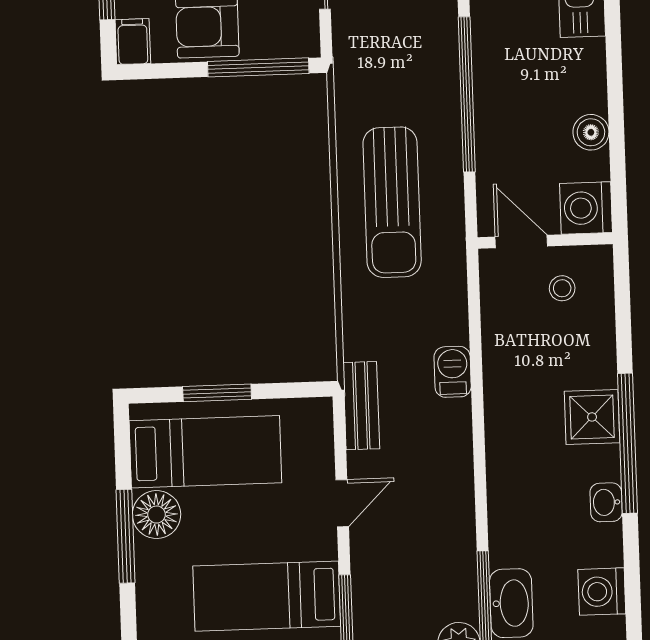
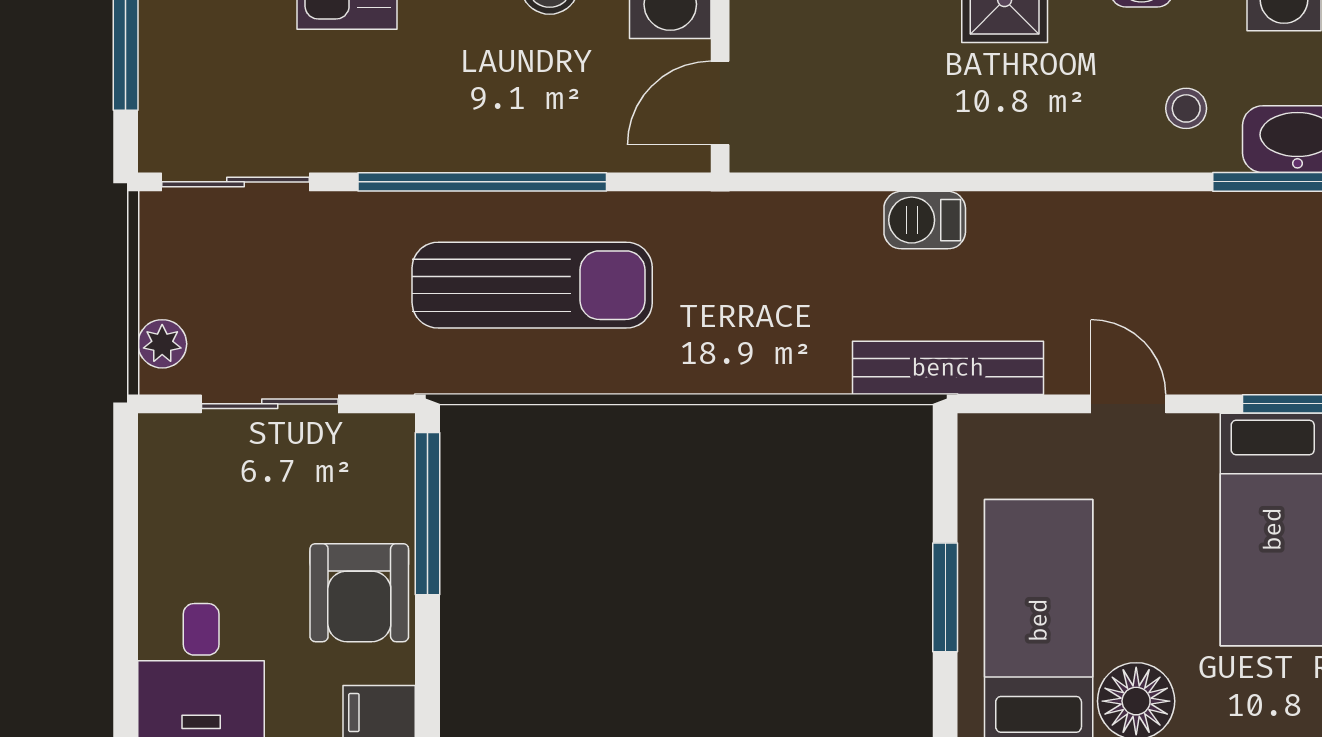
sun lounger: (392, 202) -> (532, 285), moved
stool: (562, 288) -> (1186, 108), moved
bench: (361, 406) -> (948, 368), width x1.36

